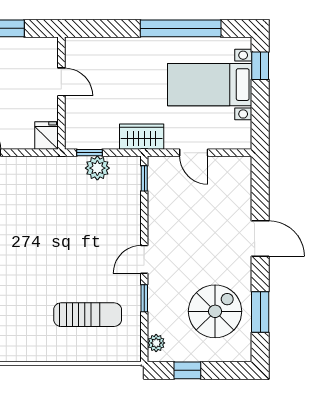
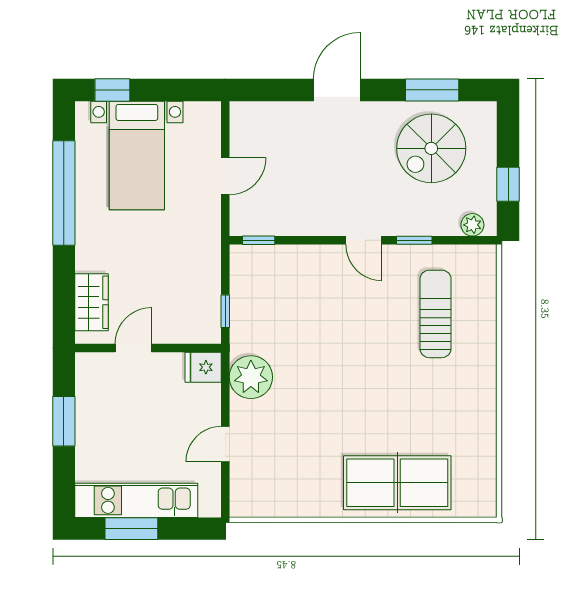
wardrobe: (142, 137) -> (91, 302), moved, turned 180
plant: (97, 168) -> (251, 377), moved, width x1.36, depth x1.36
spiral stairs: (215, 311) -> (431, 148), turned -90

